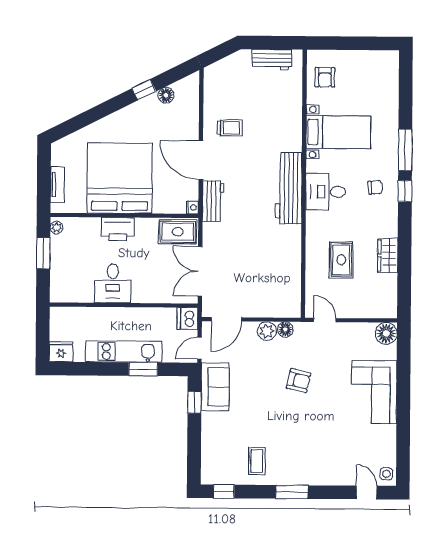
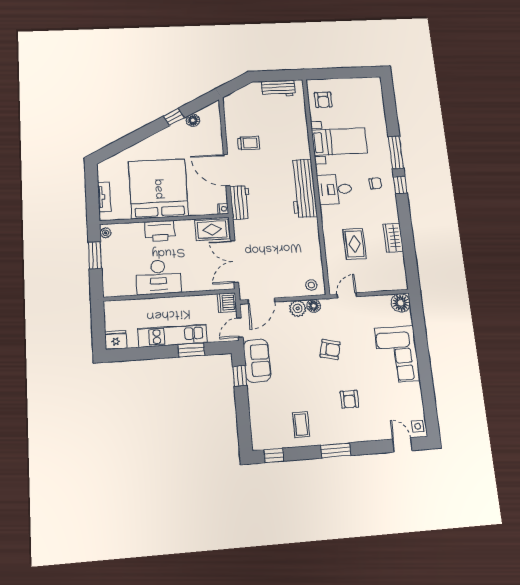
desk: (113, 283) -> (158, 277), width x1.37
stool: (285, 305) -> (311, 285), added
door: (325, 320) -> (347, 295), hinge flipped
armchair: (314, 438) -> (349, 399), added

